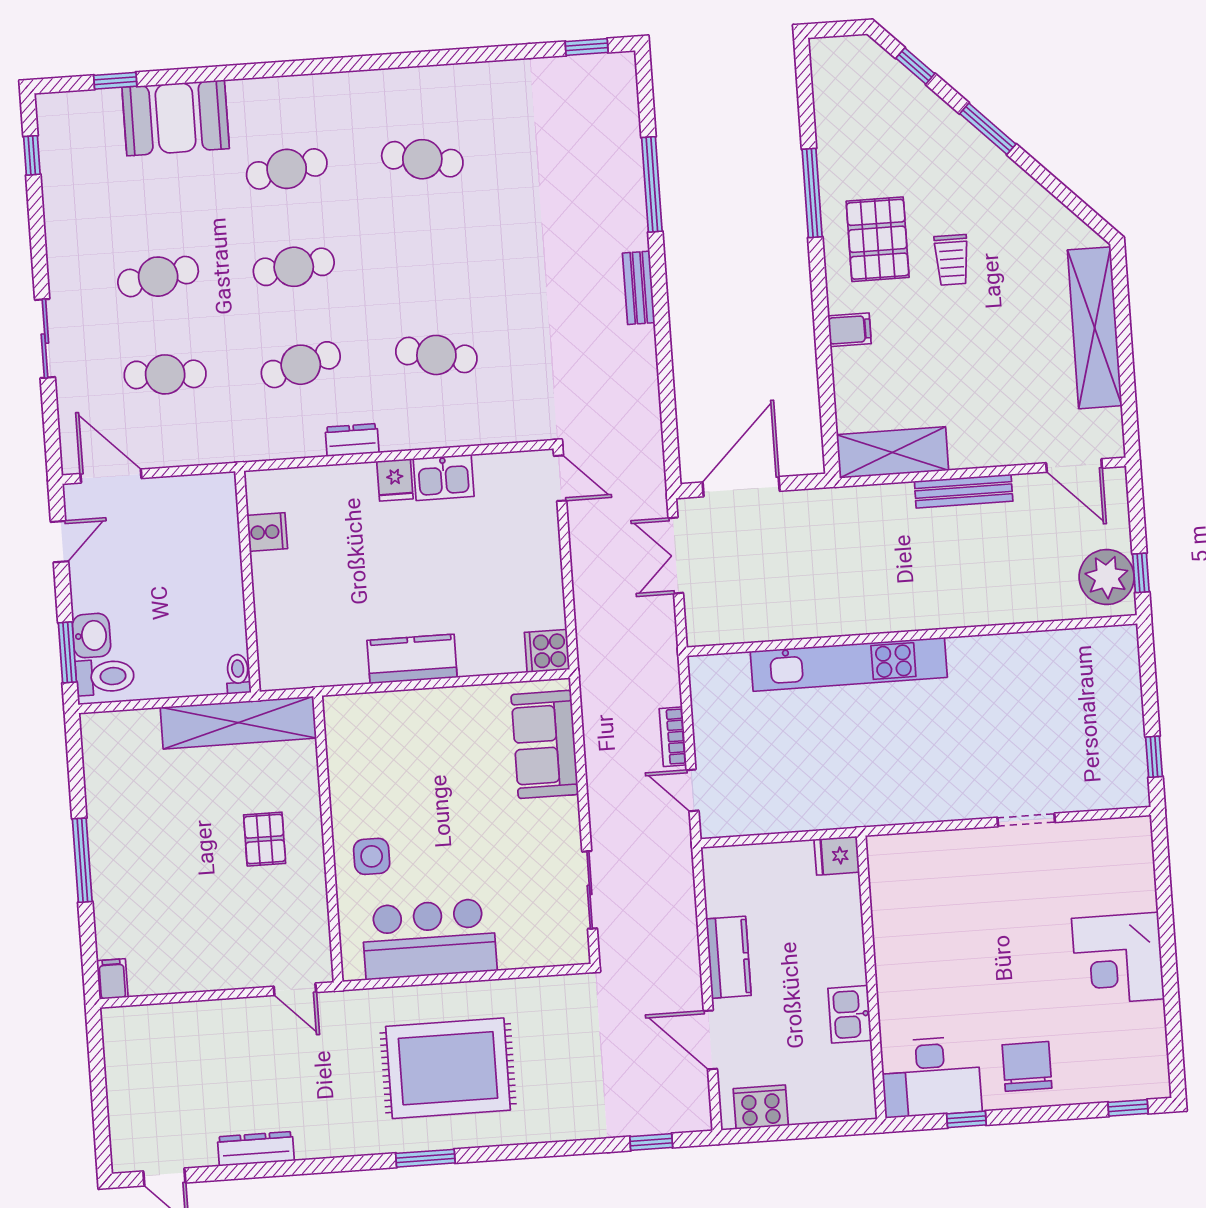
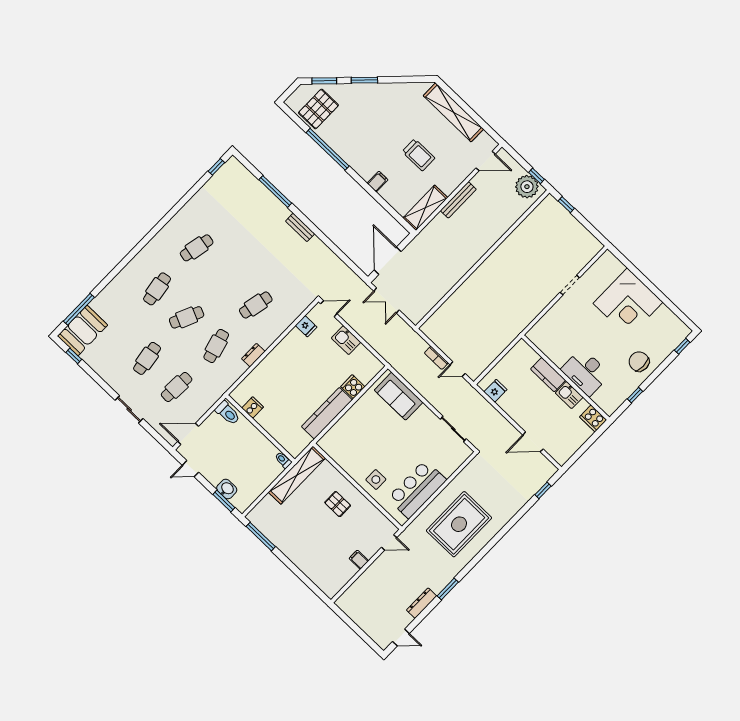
window: (915, 66) -> (324, 81), width x1.50
window: (115, 81) -> (79, 309), width x2.17
booth: (176, 118) -> (83, 330), moved
window: (812, 193) -> (328, 149), width x1.46
pallet: (878, 239) -> (318, 109), moved, turned 90
trolley: (952, 260) -> (418, 155), moved, width x1.36, depth x1.39
cafe table: (294, 267) -> (187, 317), turned 30
kitchen sink: (444, 477) -> (346, 340), moved, turned 90
fridge: (395, 480) -> (306, 326), moved
door: (59, 542) -> (190, 469), swing flipped
cooker: (547, 651) -> (353, 387), moved, turned 90
kitchen counter: (412, 659) -> (327, 413), width x1.50
kitchen unit: (849, 664) -> (471, 286), removed
toilet: (105, 677) -> (228, 413), moved, turned 90
window: (1154, 757) -> (566, 205), moved
fridge: (837, 856) -> (495, 391), moved, turned 180
window: (82, 860) -> (261, 537), moved
kitchen counter: (729, 957) -> (548, 375), moved, turned 180
corner desk: (1118, 959) -> (628, 303), width x1.36, depth x1.36
filing cabinet: (112, 979) -> (359, 560), moved
desk: (931, 1077) -> (586, 372), moved, turned 90
cooker: (761, 1107) -> (593, 418), moved, turned -90
window: (425, 1158) -> (448, 589), moved

